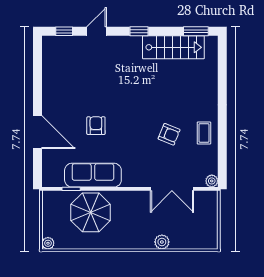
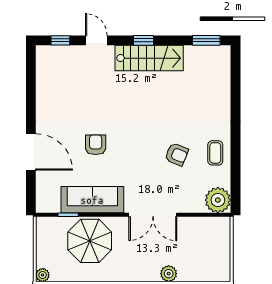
door: (97, 31) -> (96, 40), hinge flipped
stairs: (173, 47) -> (149, 58), moved
plant: (212, 181) -> (218, 200), width x1.88, depth x1.88
double door: (172, 189) -> (153, 215), moved

